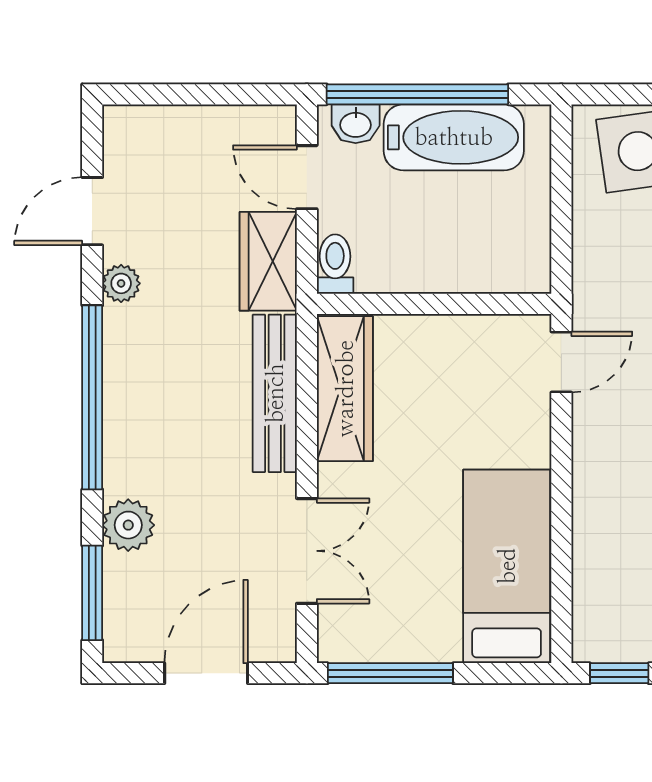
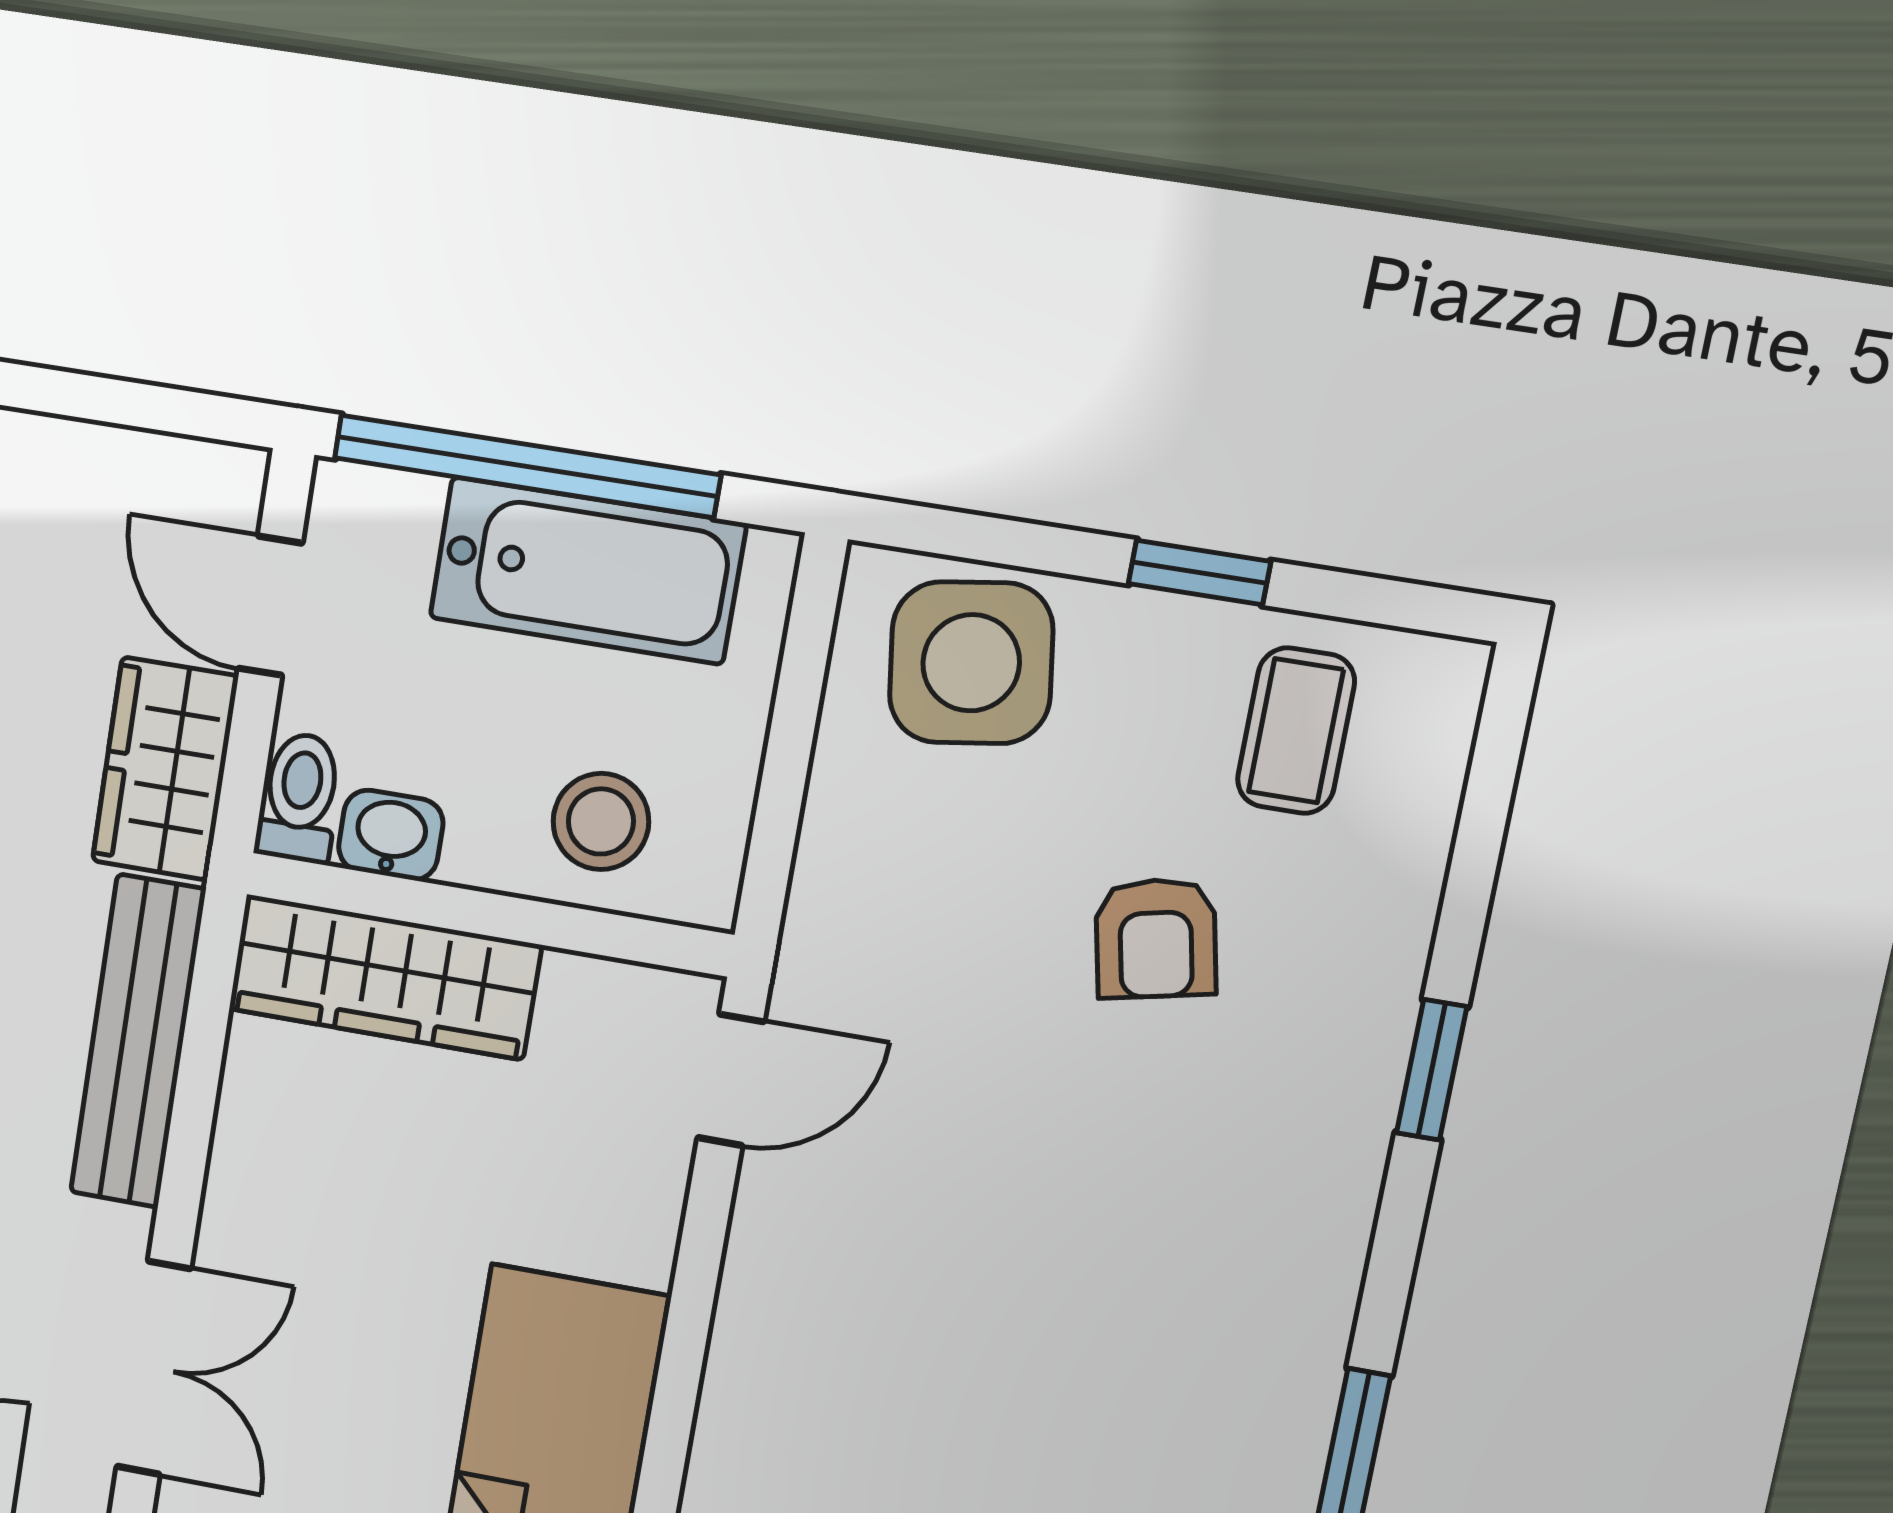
washbasin: (356, 124) -> (391, 835), moved, turned 180
stool: (480, 252) -> (601, 821), added
wardrobe: (345, 389) -> (385, 977), moved, turned 90

